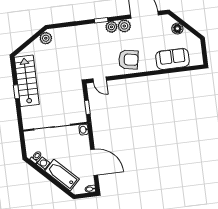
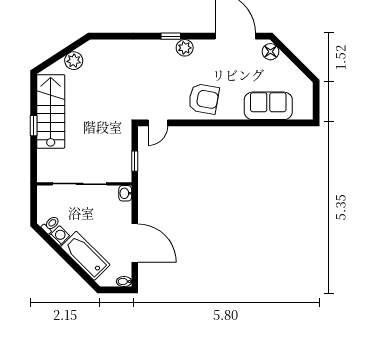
plant: (124, 26) -> (204, 49), removed
floor lamp: (177, 29) -> (270, 52), moved
plant: (46, 38) -> (74, 61), moved
door: (100, 80) -> (158, 123), hinge flipped

